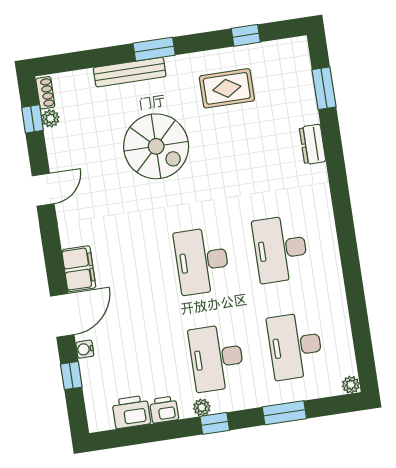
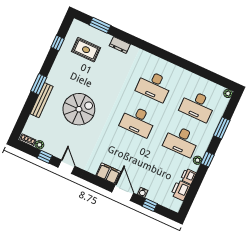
rug: (227, 88) -> (86, 50), moved, turned 90
window: (32, 119) -> (45, 157), moved

